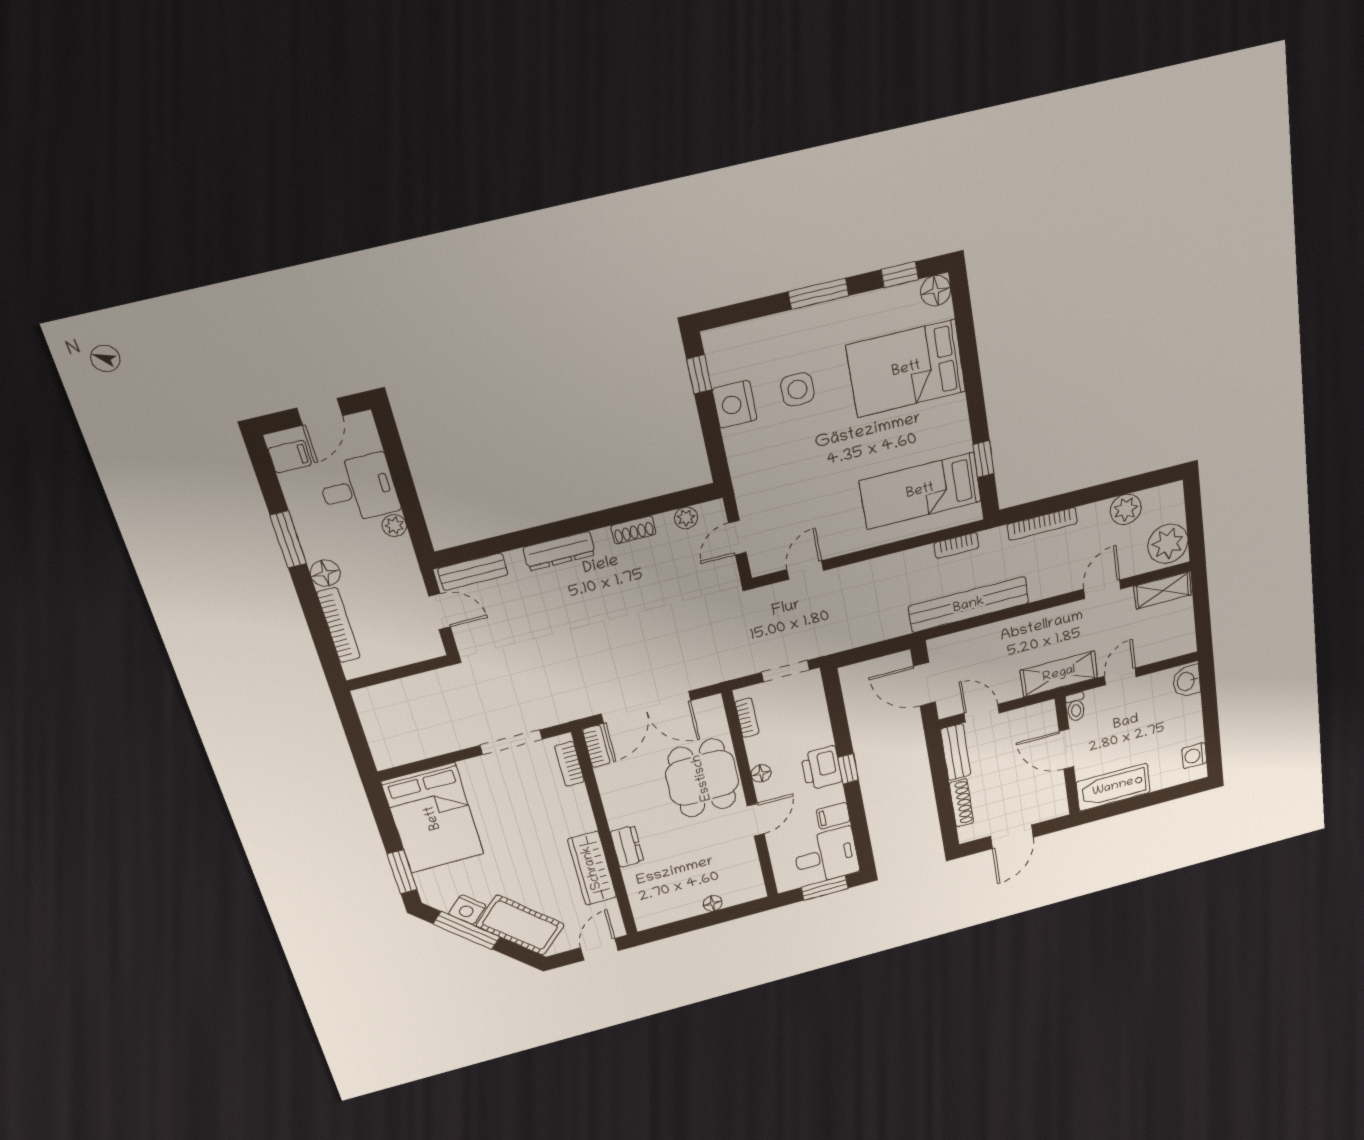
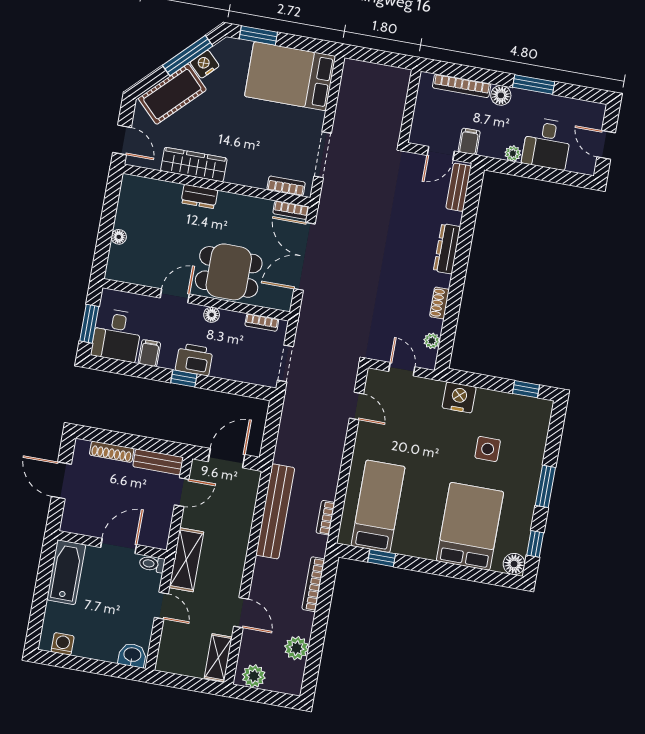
nightstand: (735, 404) -> (459, 397), moved
filing cabinet: (290, 457) -> (469, 141), moved, turned 180
plant: (1168, 544) -> (254, 676), width x0.73, depth x0.73
door: (756, 820) -> (175, 296), swing flipped

